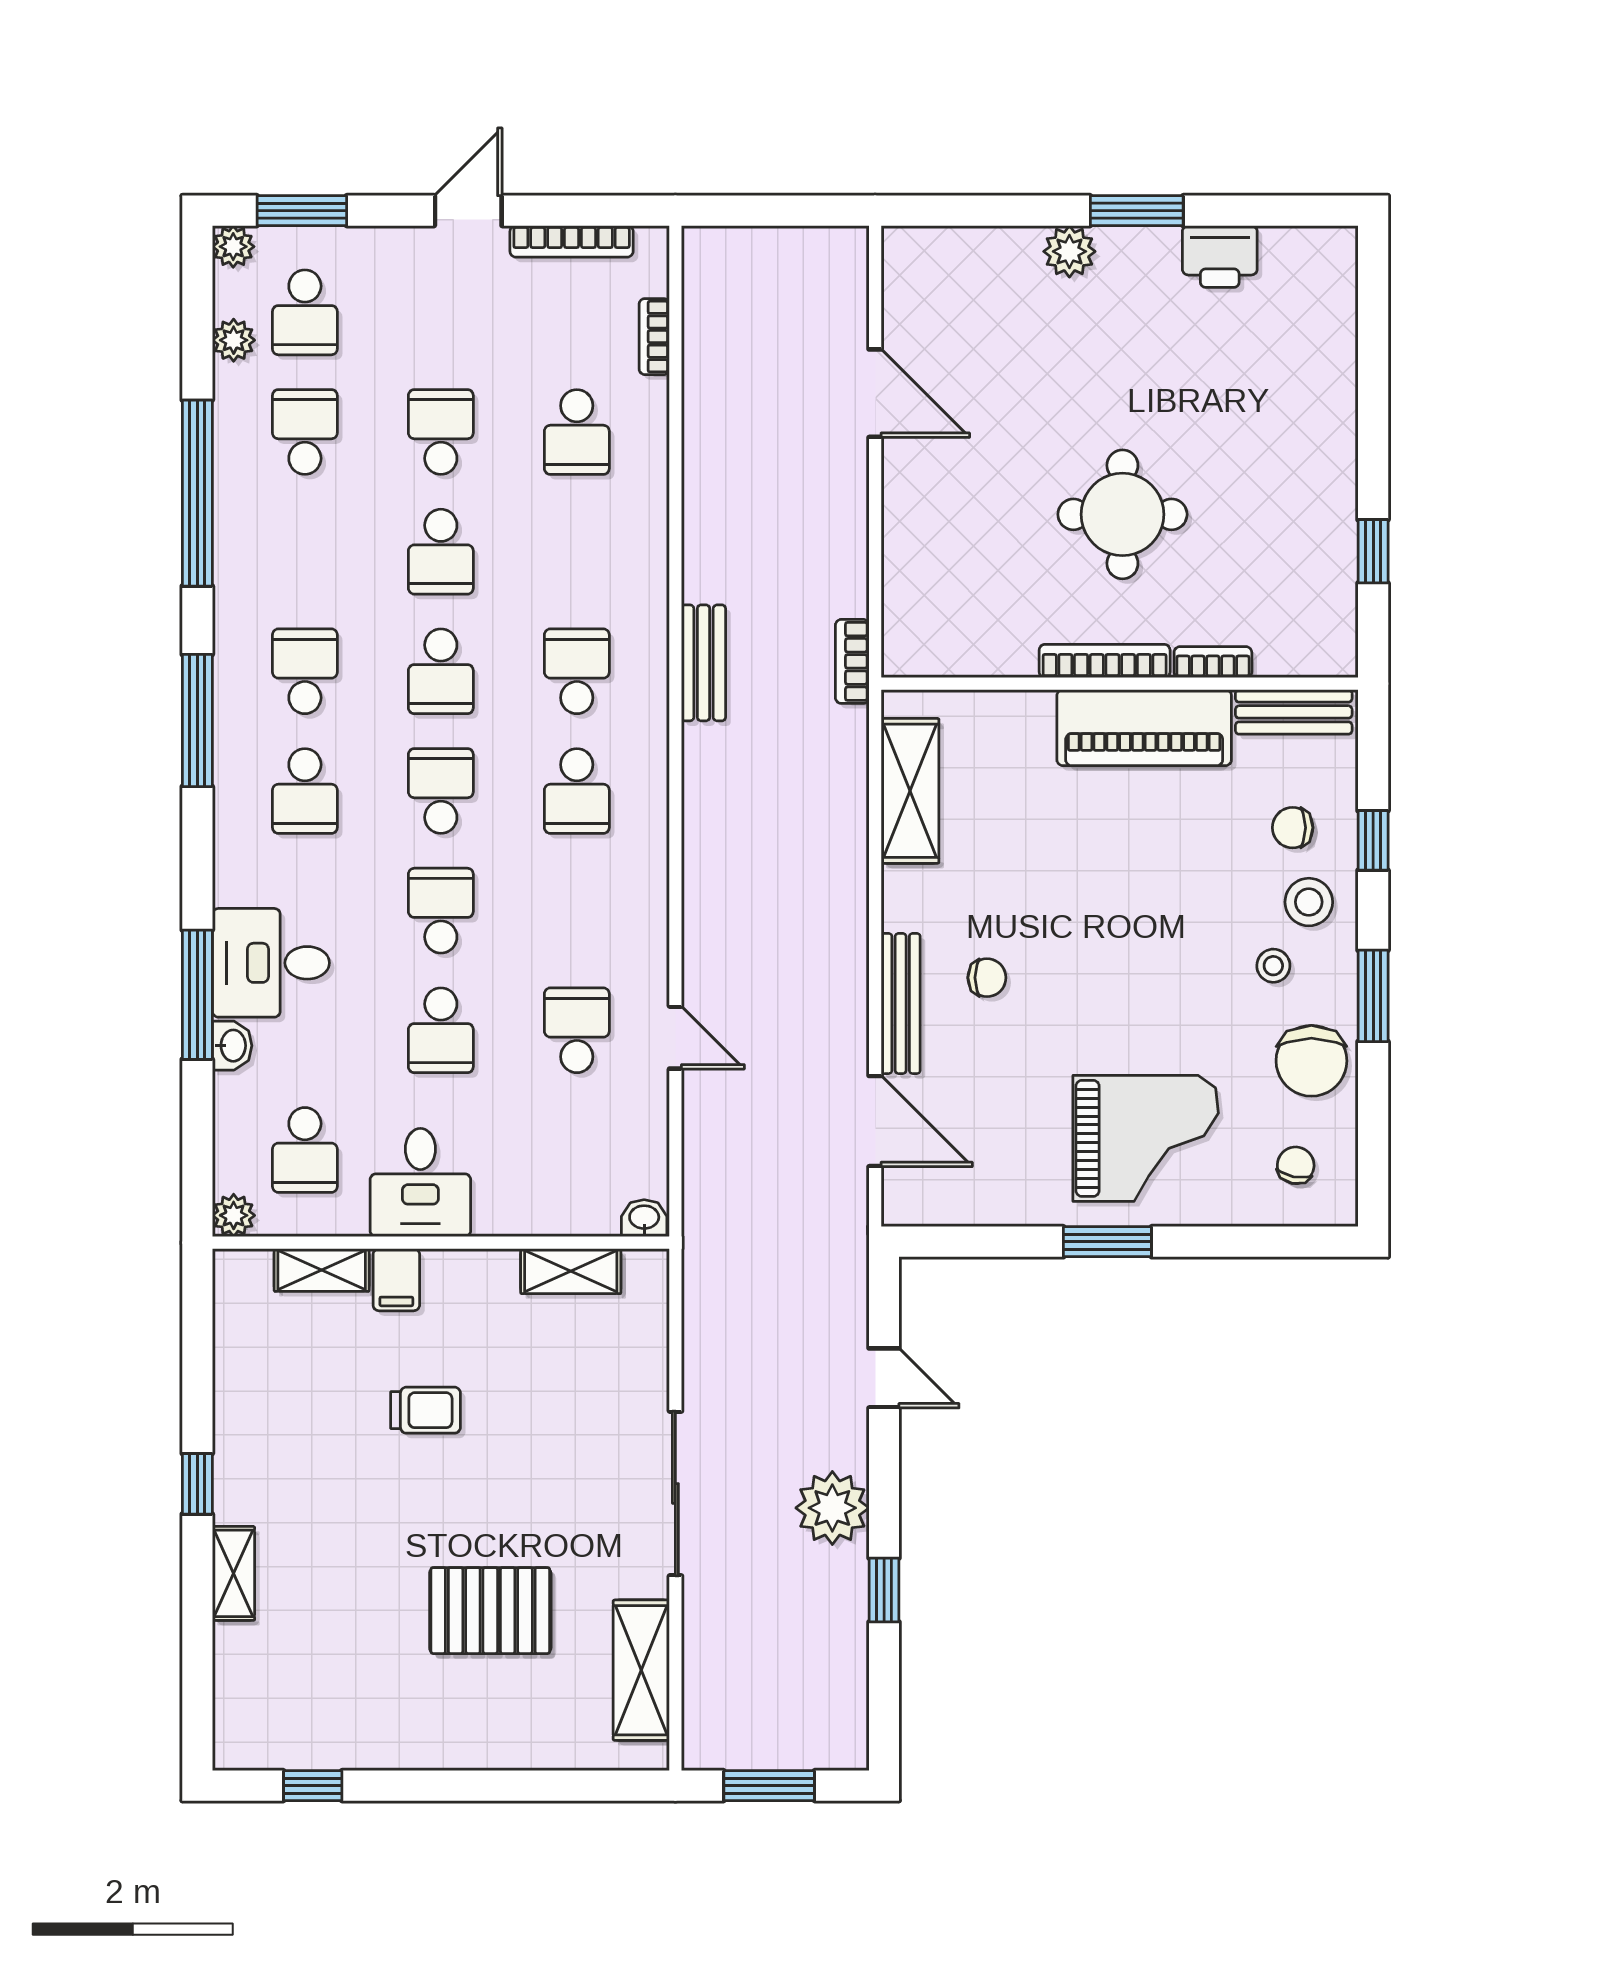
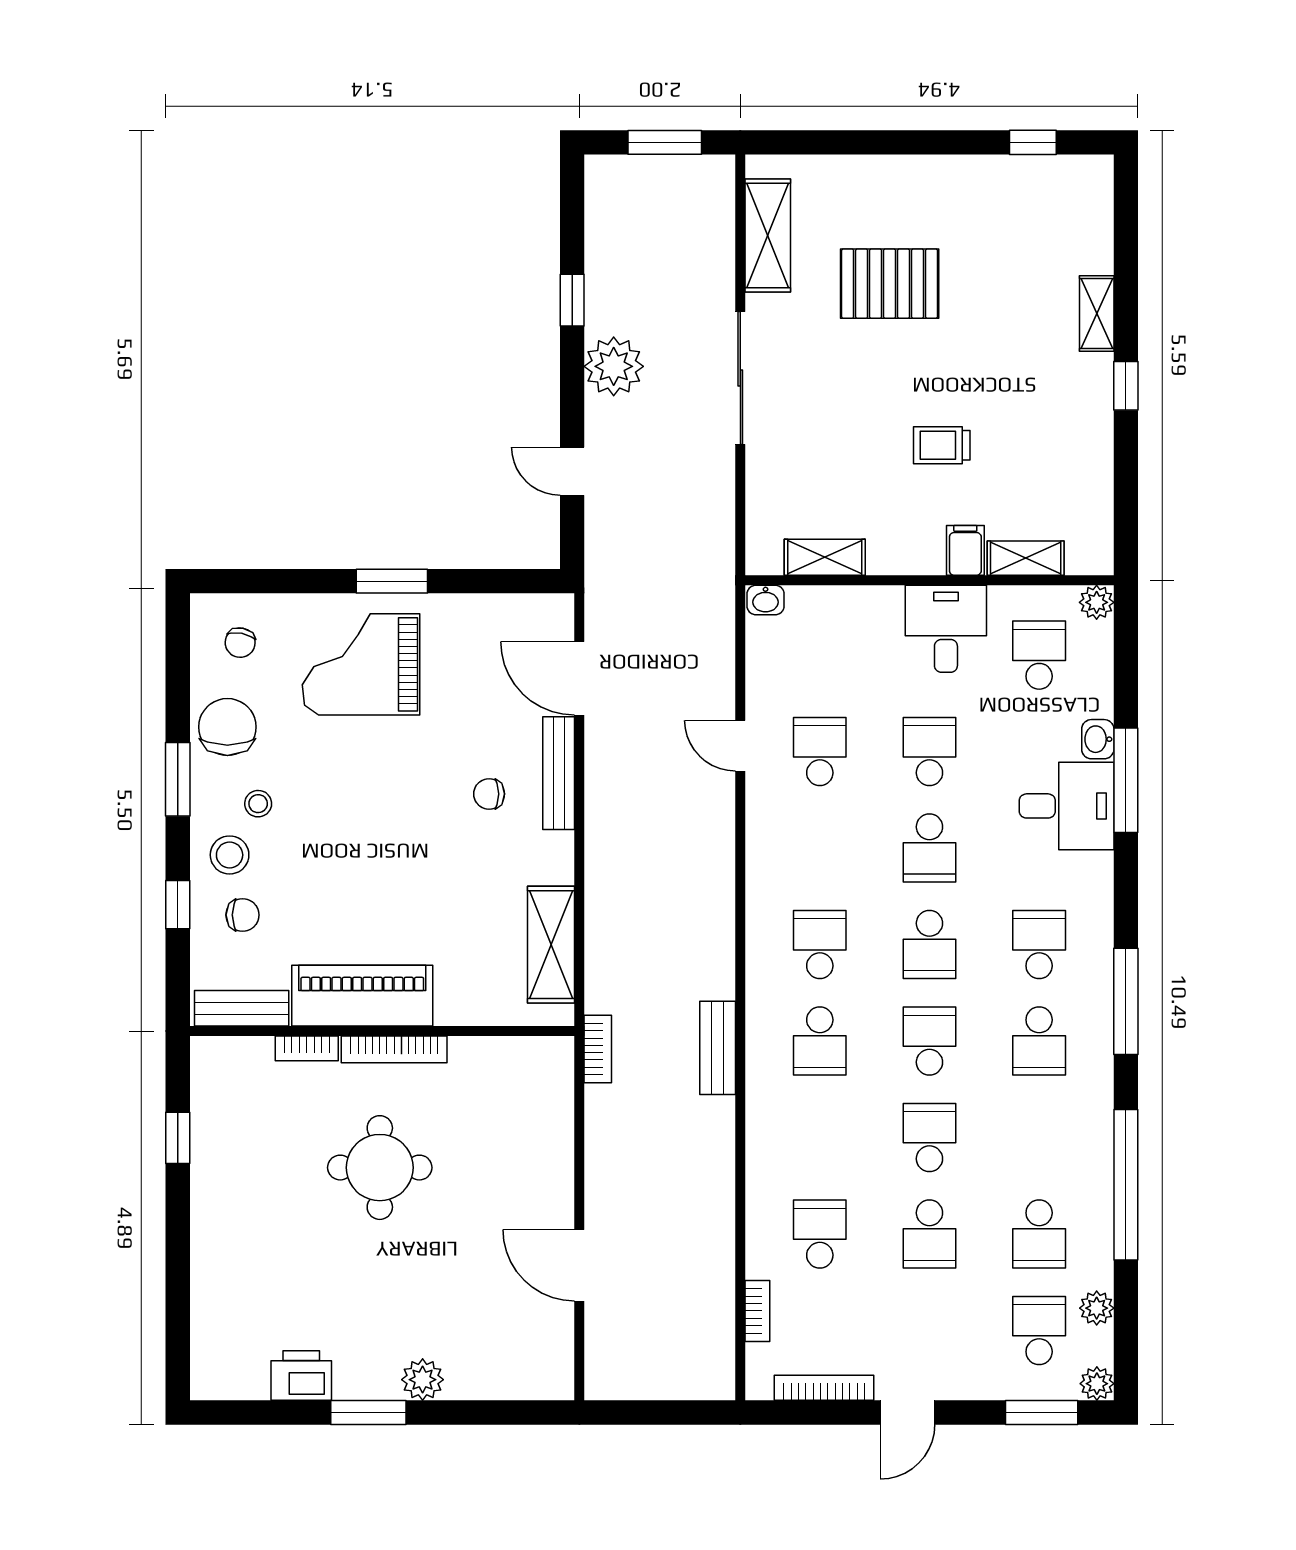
school desk: (577, 1030) -> (820, 752), turned 180

